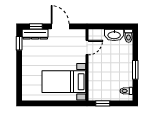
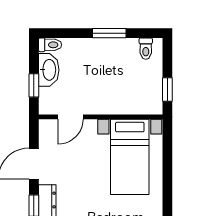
window: (105, 26) -> (34, 85), added
door: (87, 48) -> (70, 117), swing flipped

